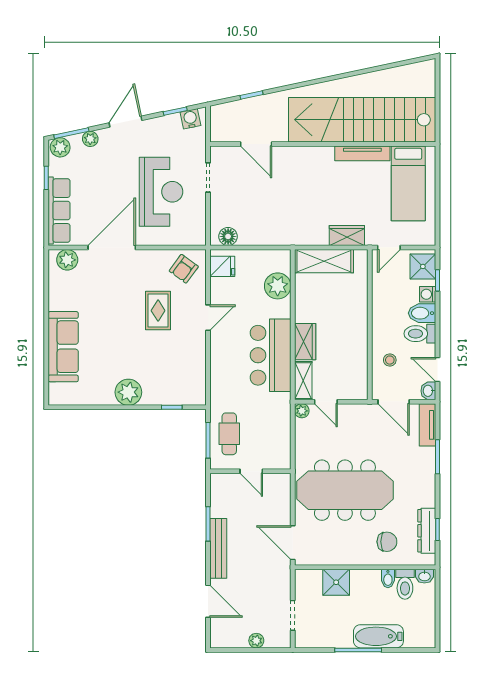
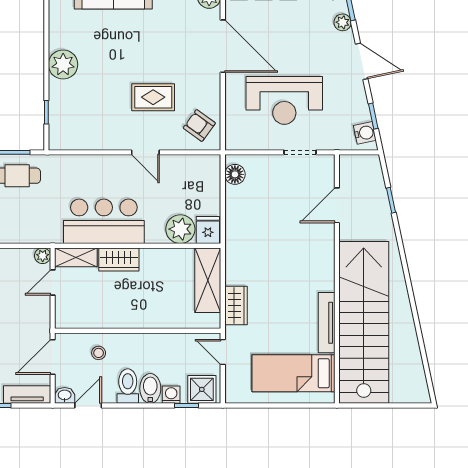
fridge: (222, 266) -> (208, 230), moved, turned 180

